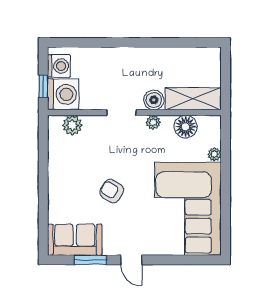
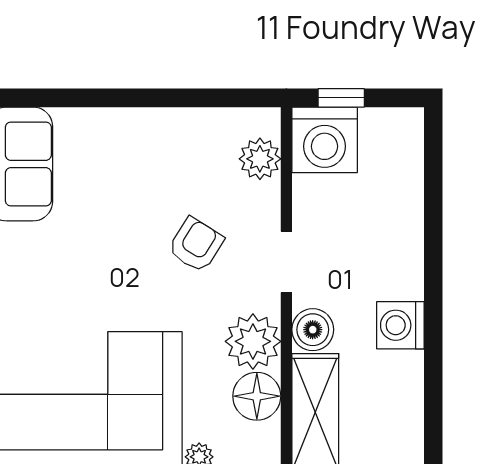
washing machine: (59, 66) -> (400, 325), moved, turned 90
plant: (153, 122) -> (253, 341), width x1.87, depth x1.87
armchair: (112, 191) -> (196, 245), moved

